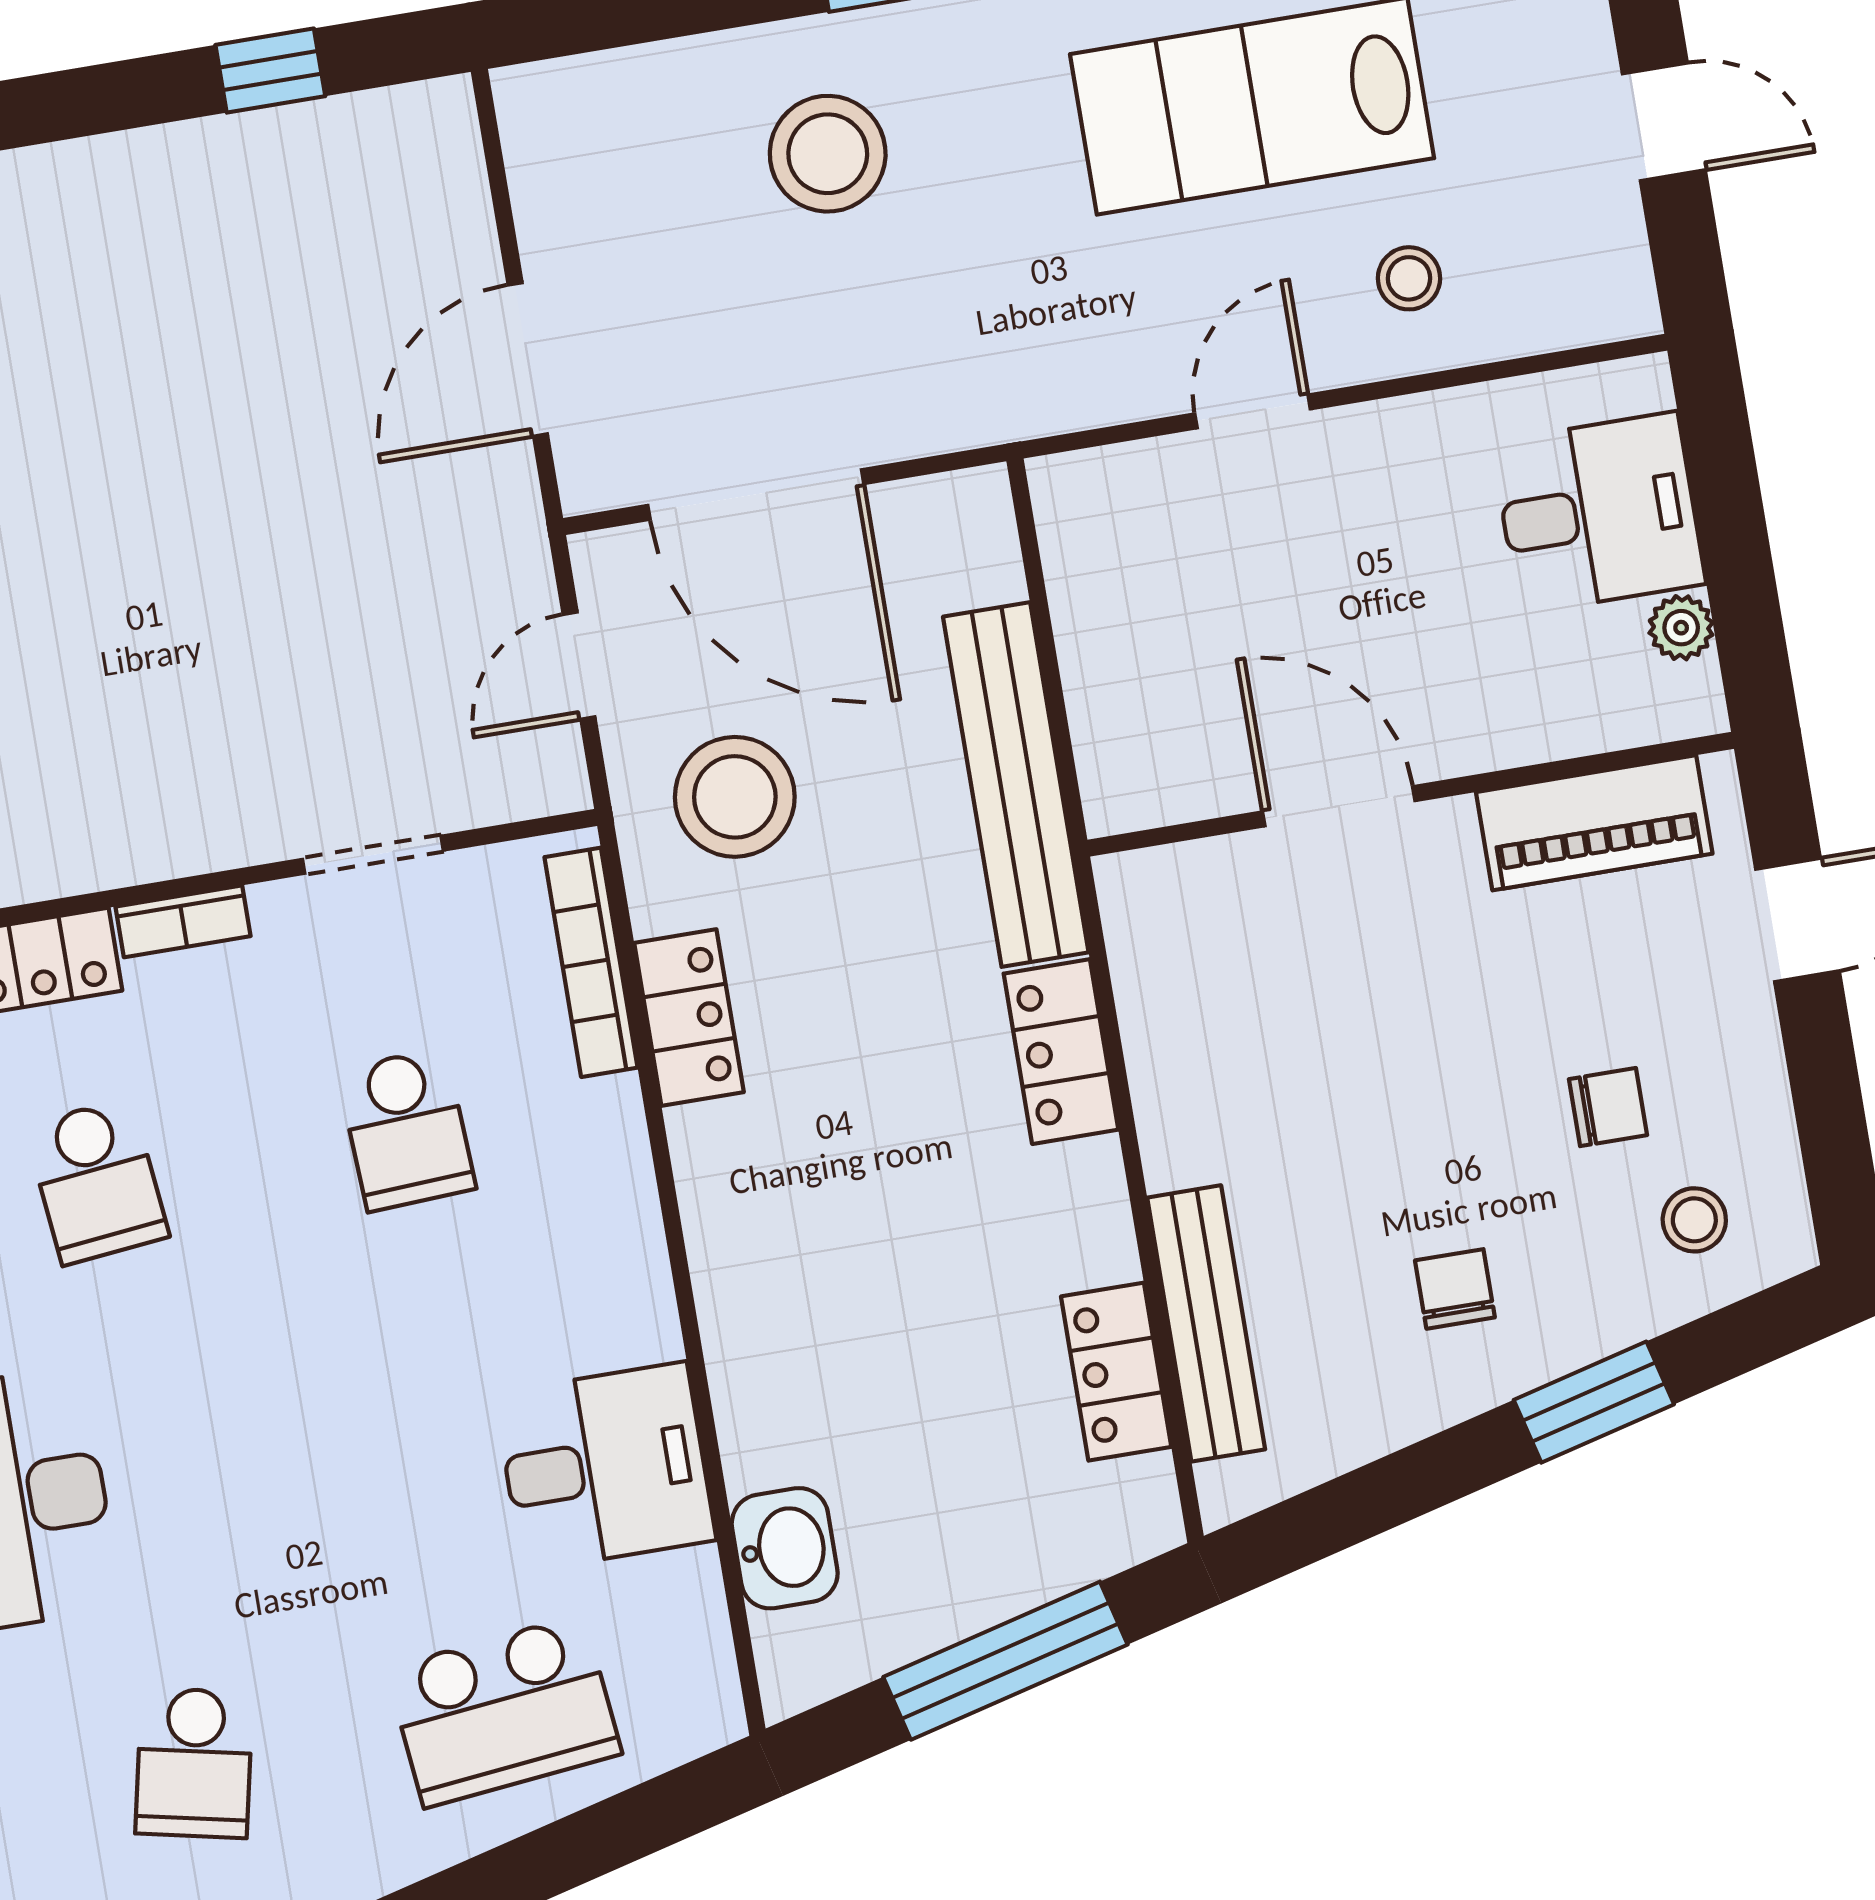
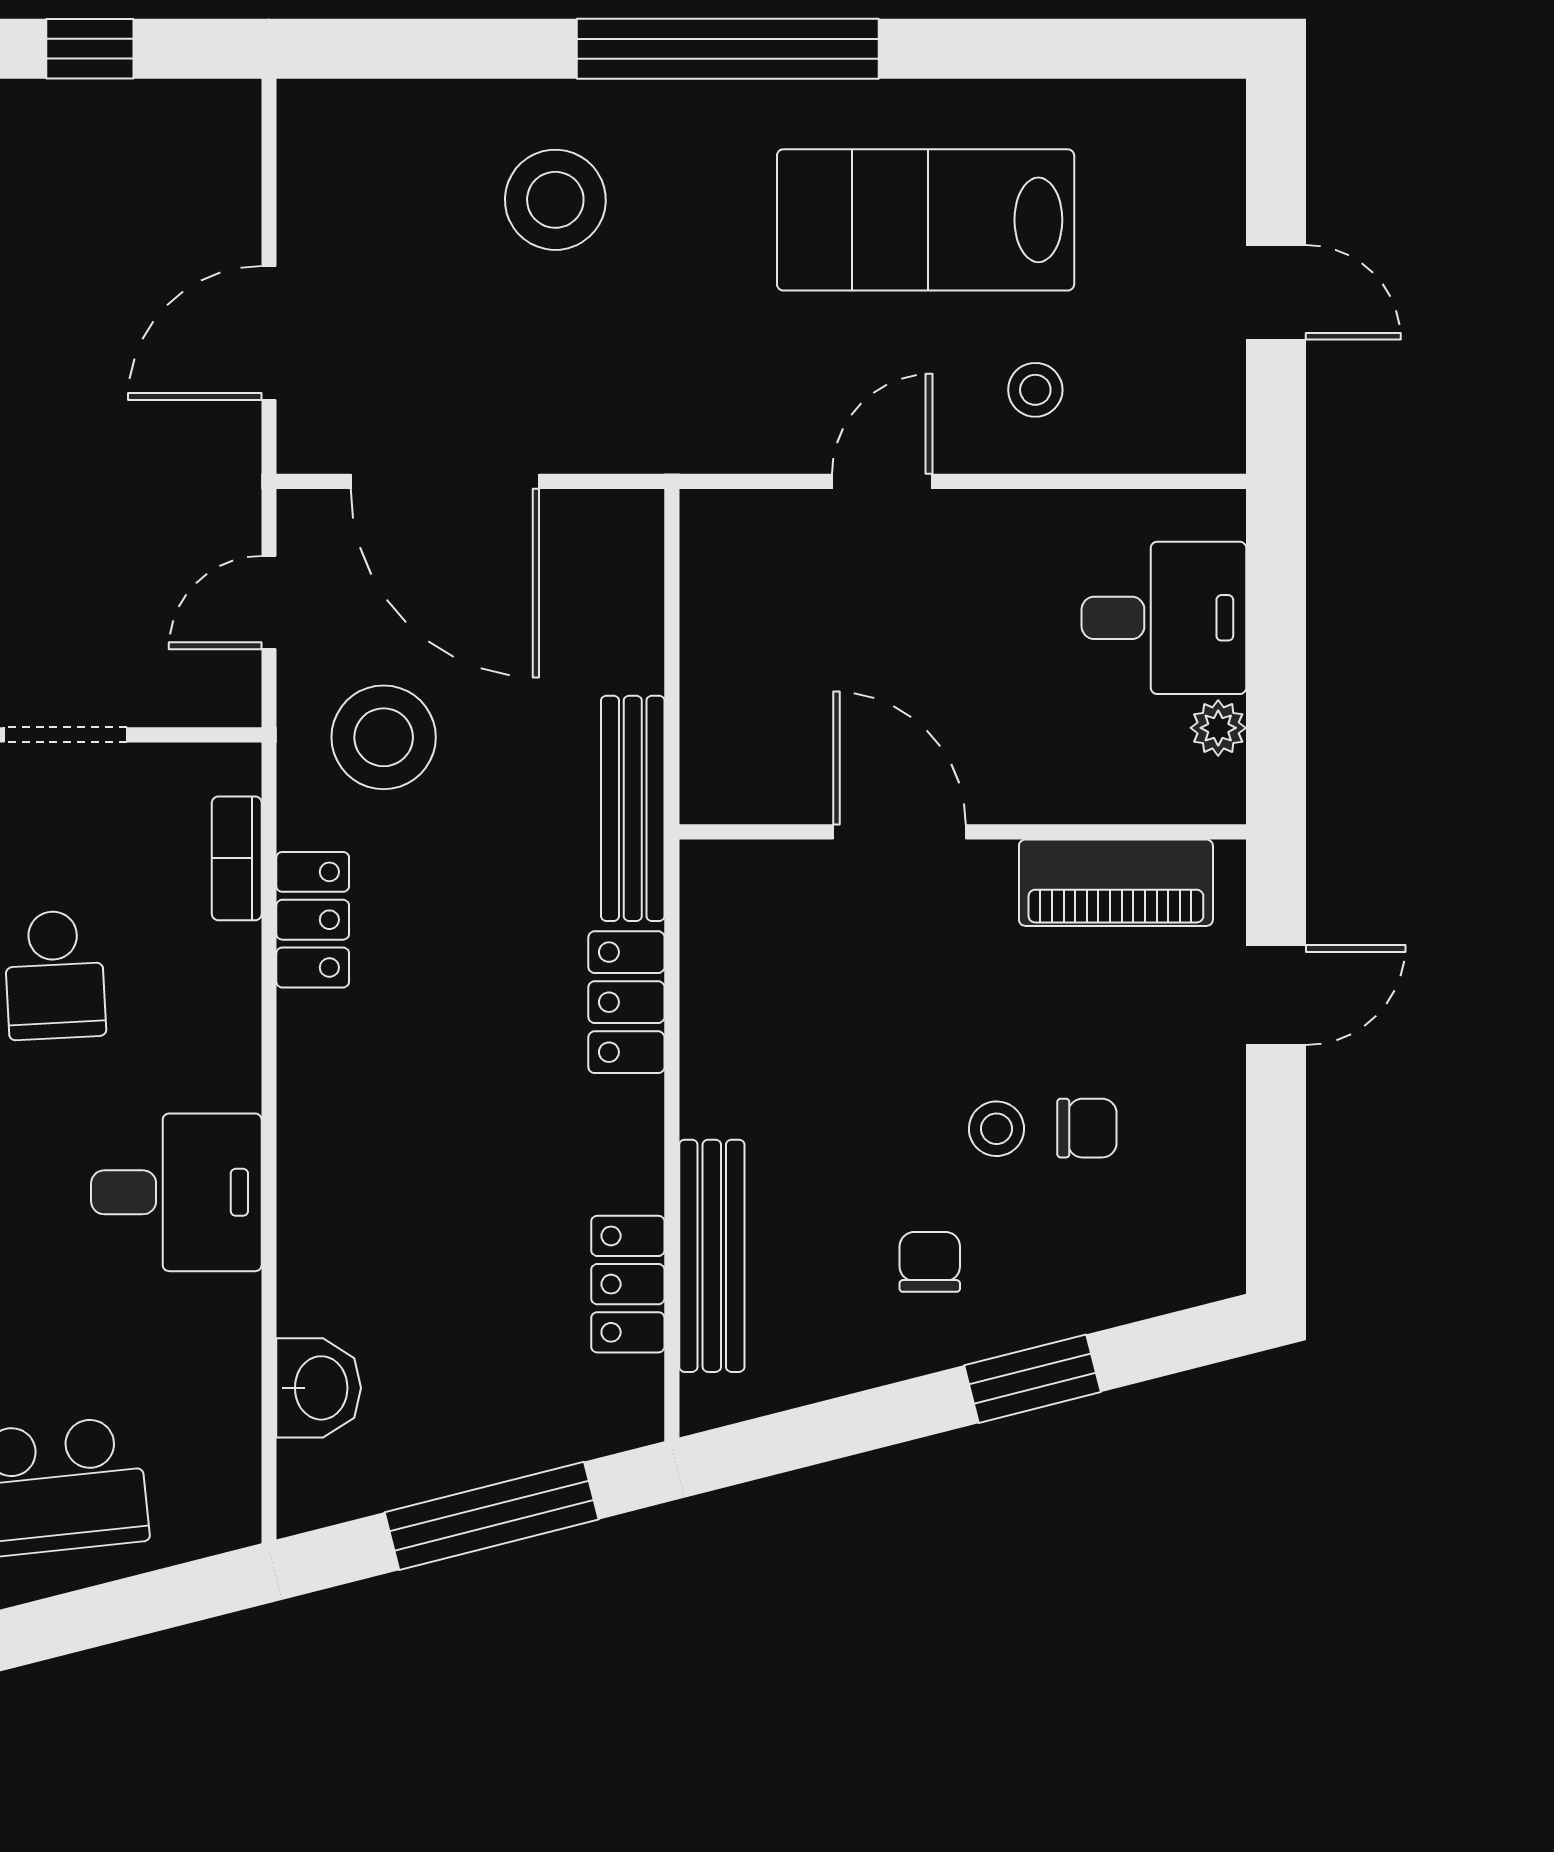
bench: (1016, 785) -> (633, 808), width x0.73, depth x0.82
bookcase: (591, 962) -> (237, 858), width x0.64
stool: (1694, 1220) -> (996, 1129), moved
desk: (605, 1467) -> (176, 1192), moved

